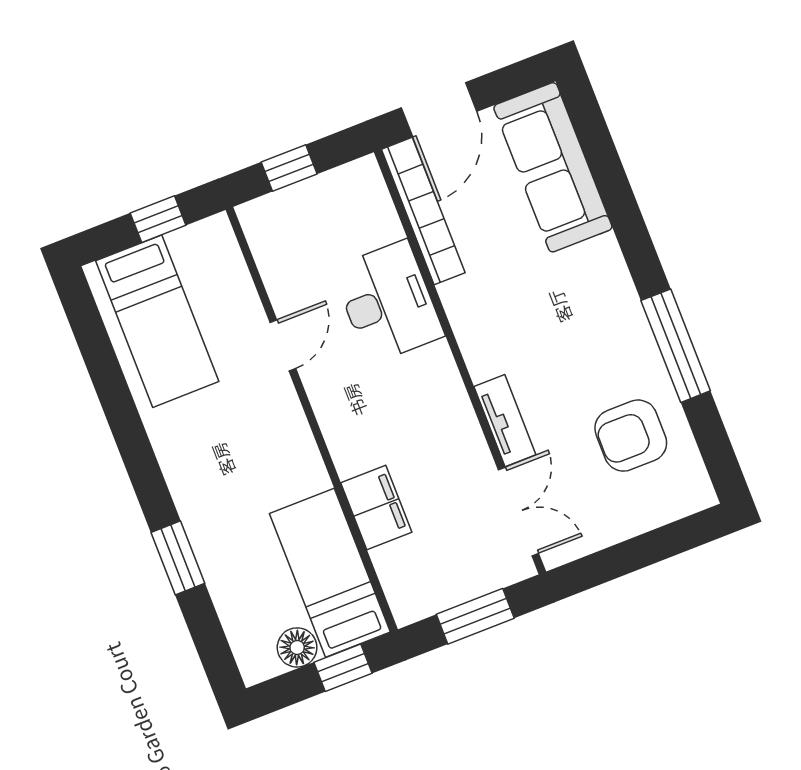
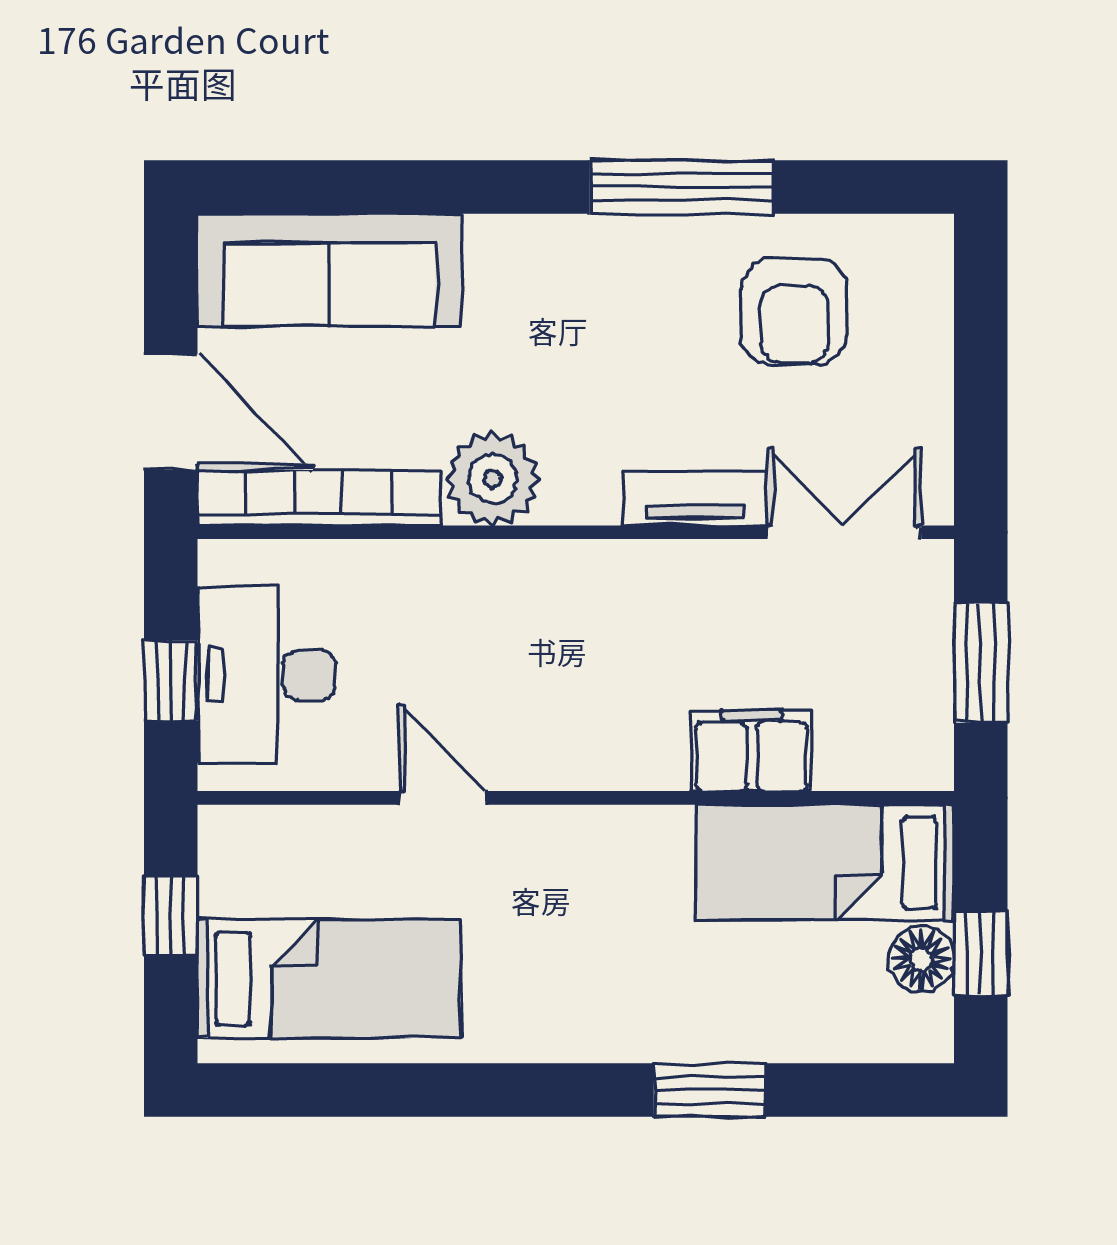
desk: (388, 302) -> (266, 675), moved, turned -90
plant: (472, 304) -> (493, 479), added
window: (343, 668) -> (981, 953), moved

